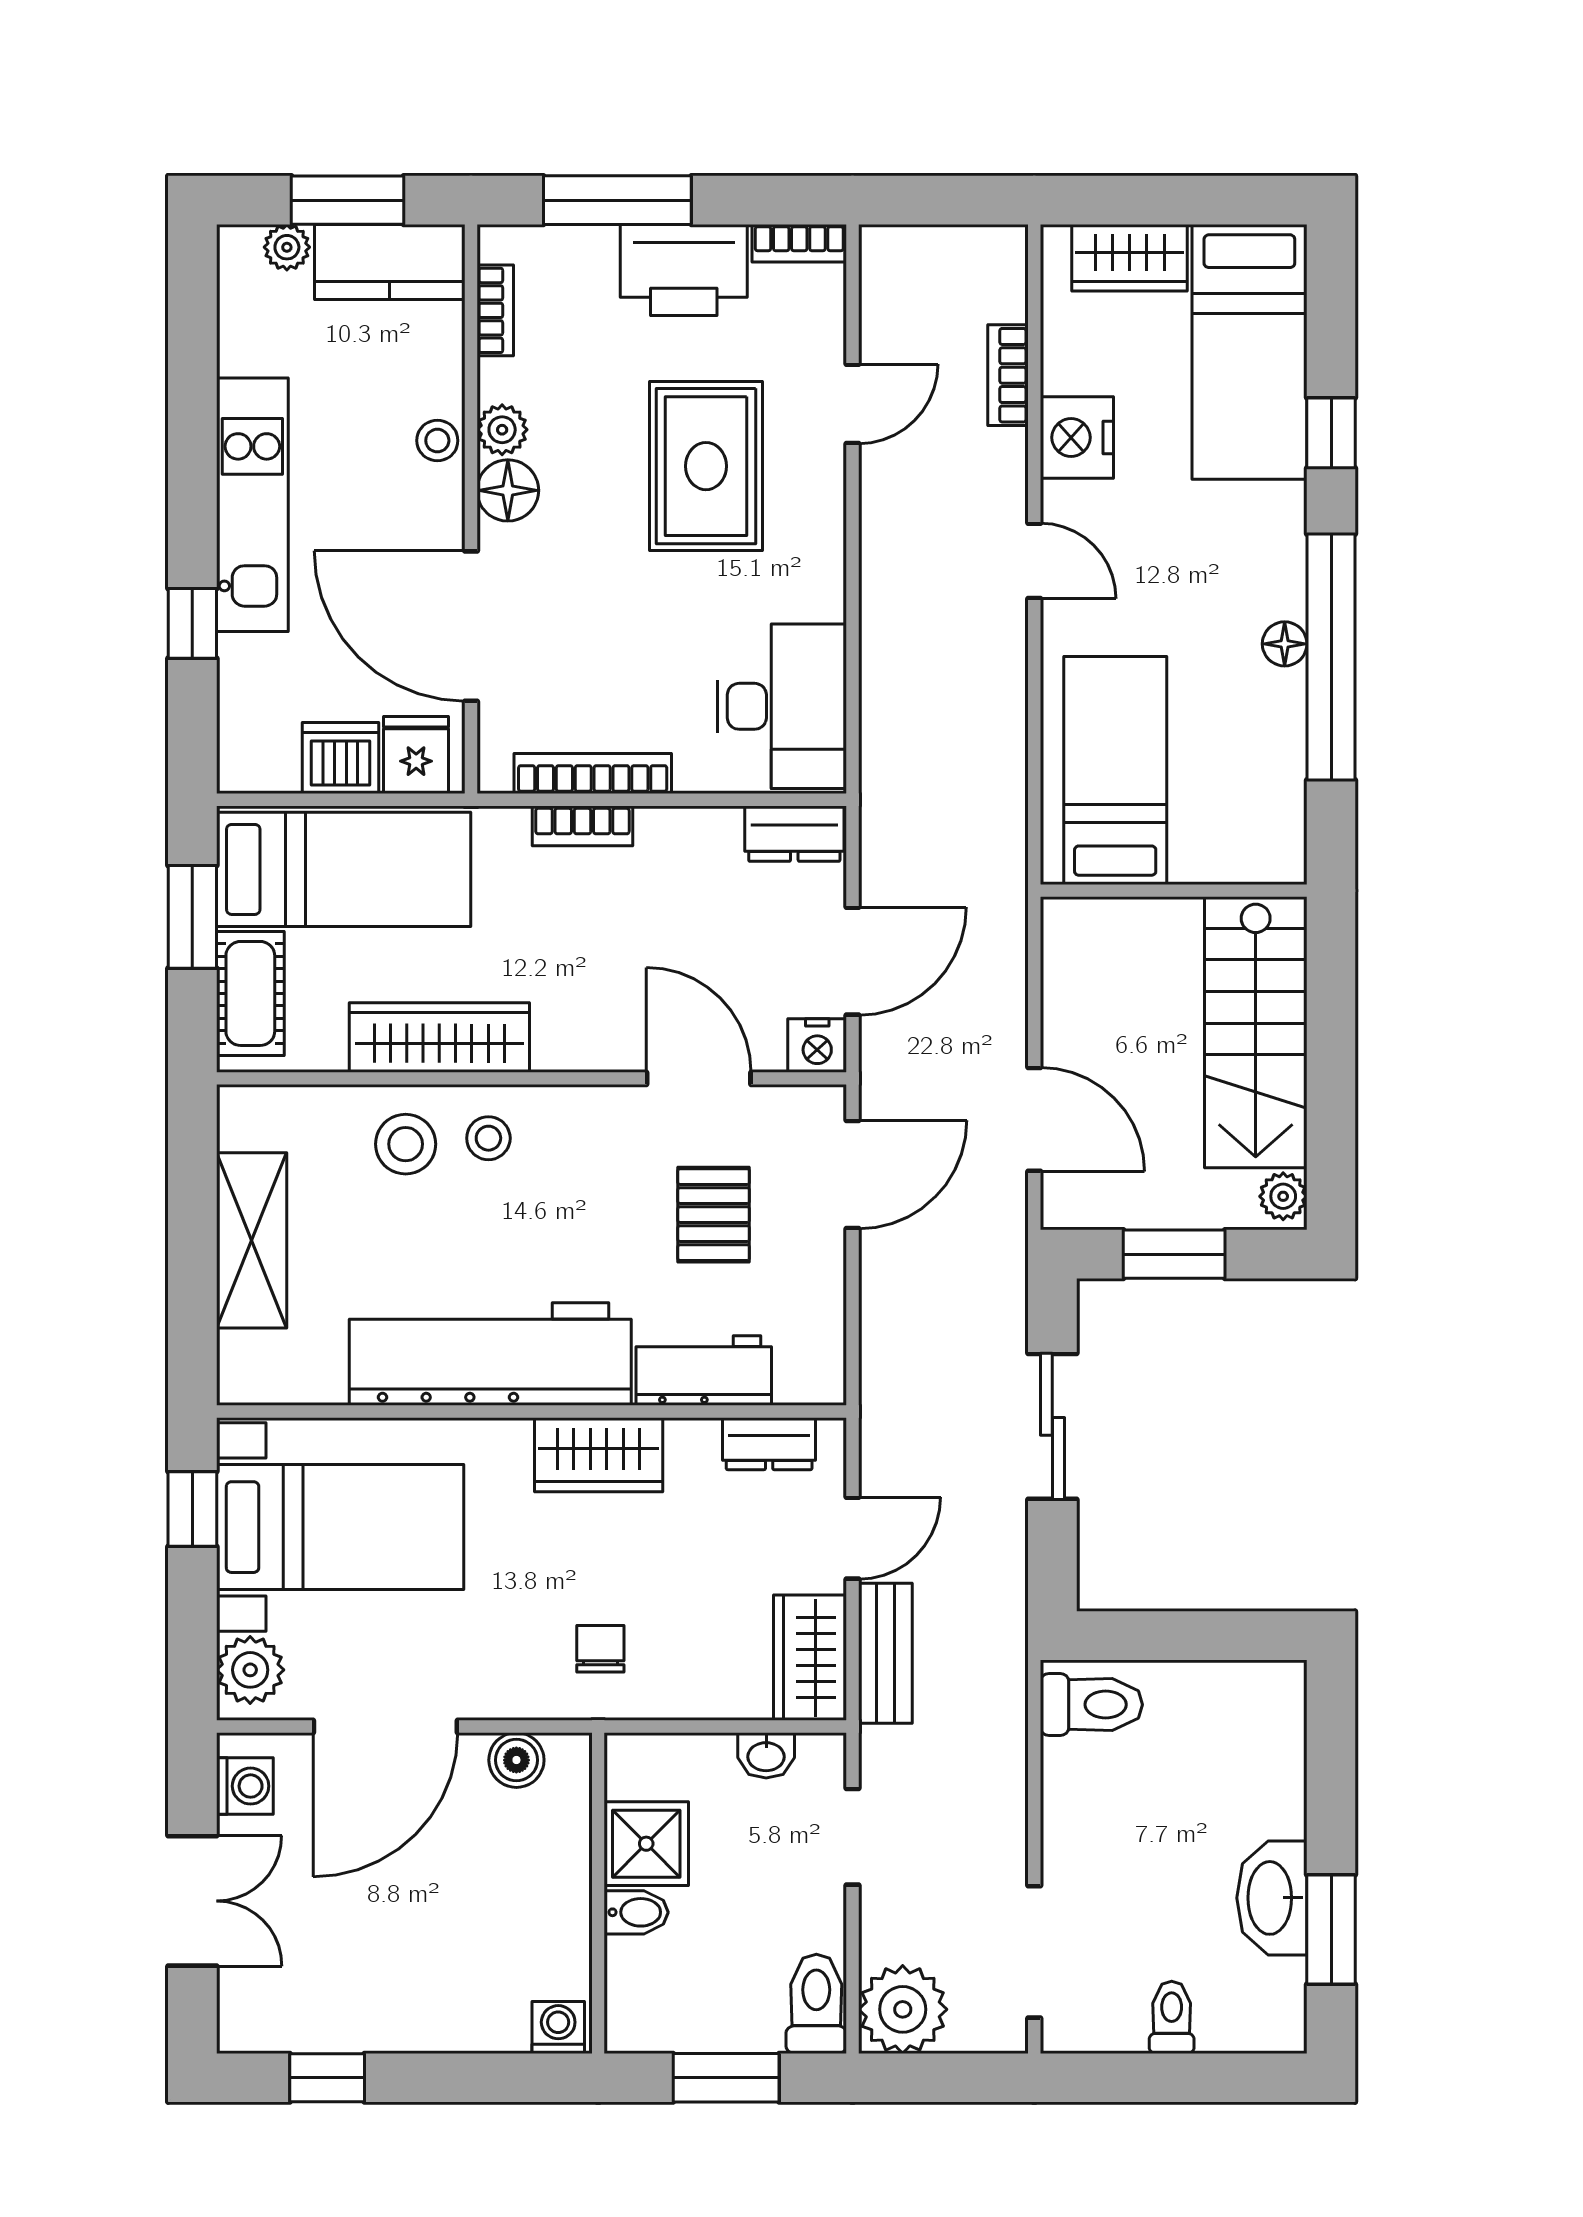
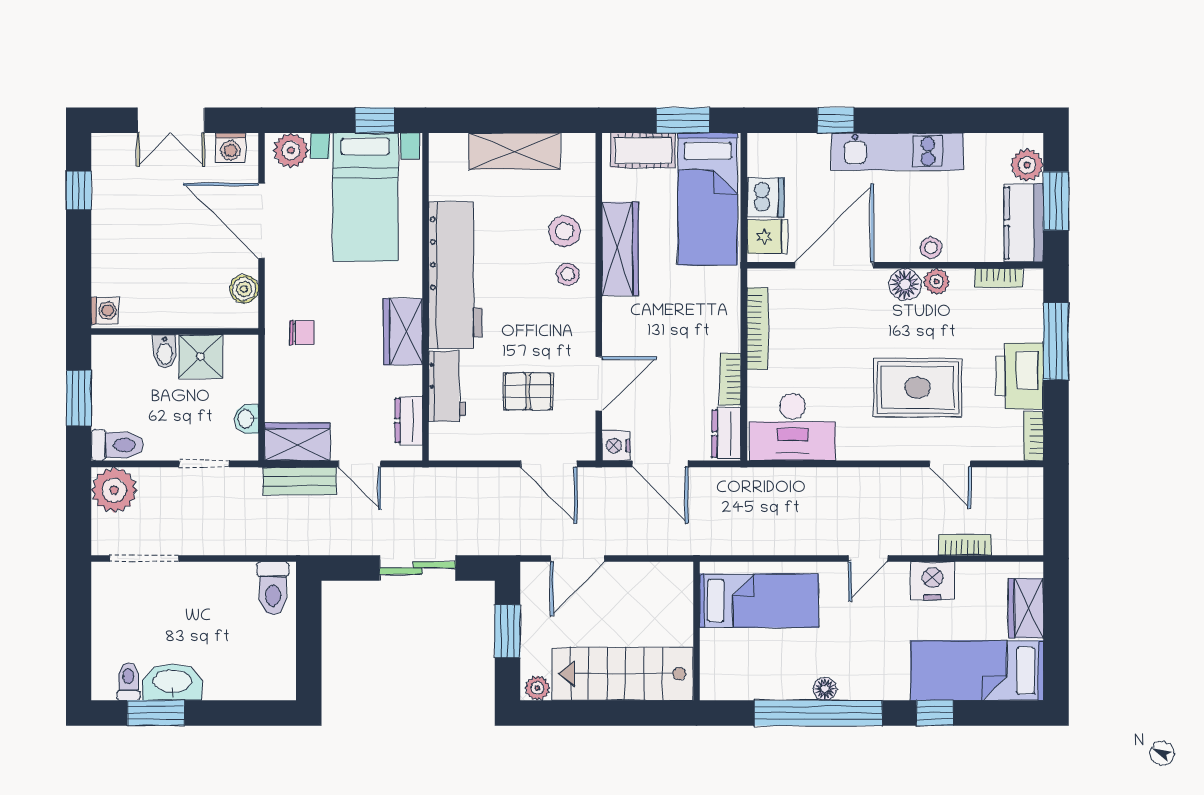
plant: (287, 247) -> (1027, 165), width x1.38, depth x1.38
bookcase: (582, 826) -> (730, 379), moved
toilet: (1172, 2017) -> (128, 682), moved, turned -90

